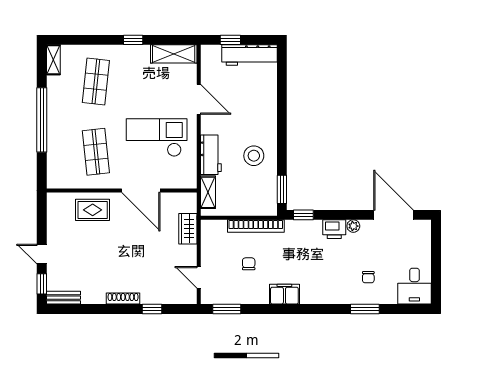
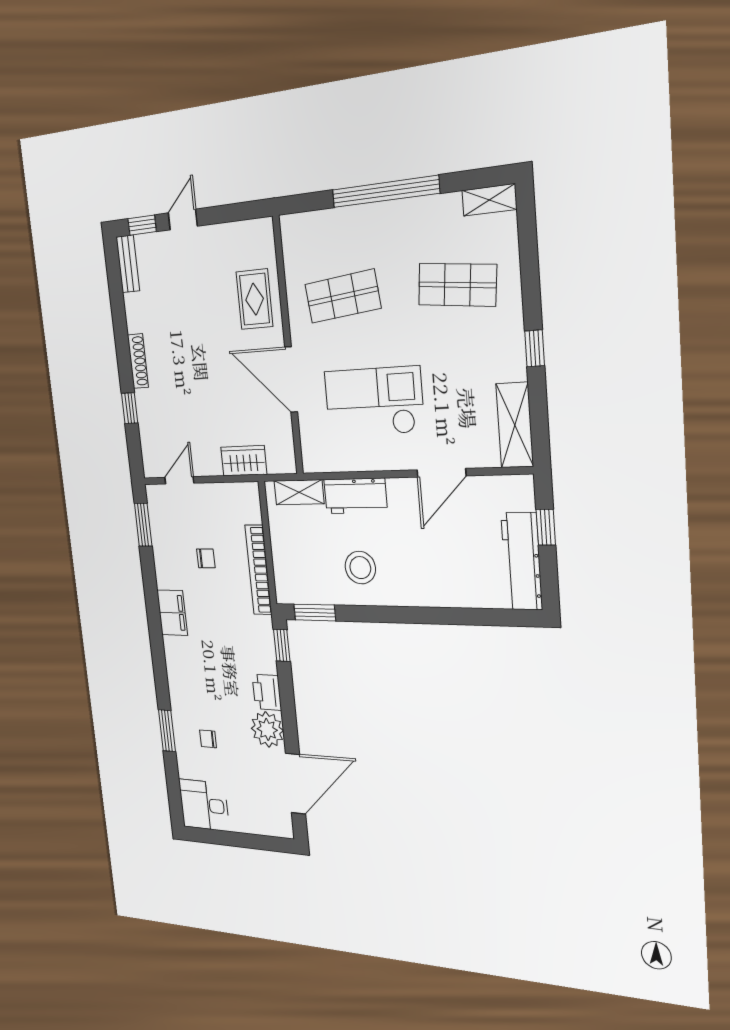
checkout: (157, 138) -> (374, 402), turned -90
door: (141, 190) -> (291, 380), hinge flipped
plant: (353, 226) -> (267, 729), width x1.88, depth x1.88

